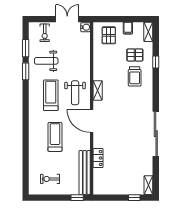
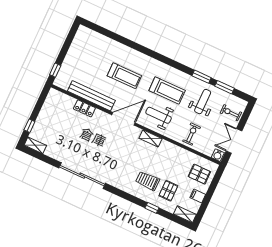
double door: (67, 19) -> (234, 141), swing flipped
bench: (85, 173) -> (91, 96), moved
exercise bike: (50, 179) -> (191, 134), moved

